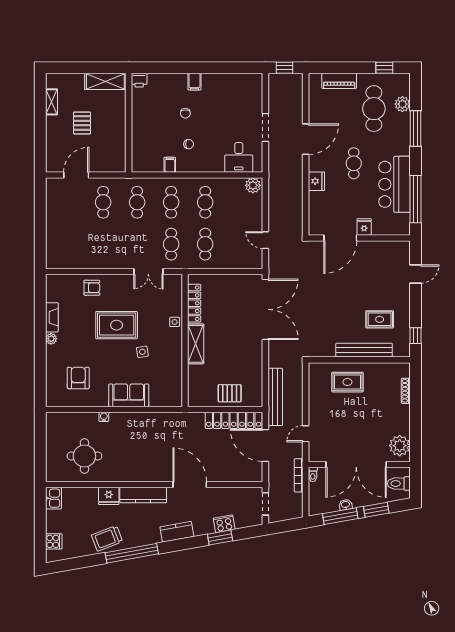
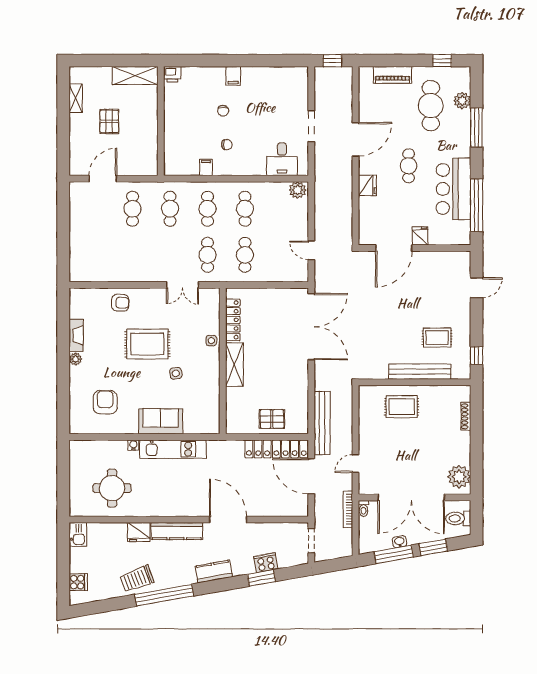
kitchen unit: (140, 421) -> (173, 449), added

